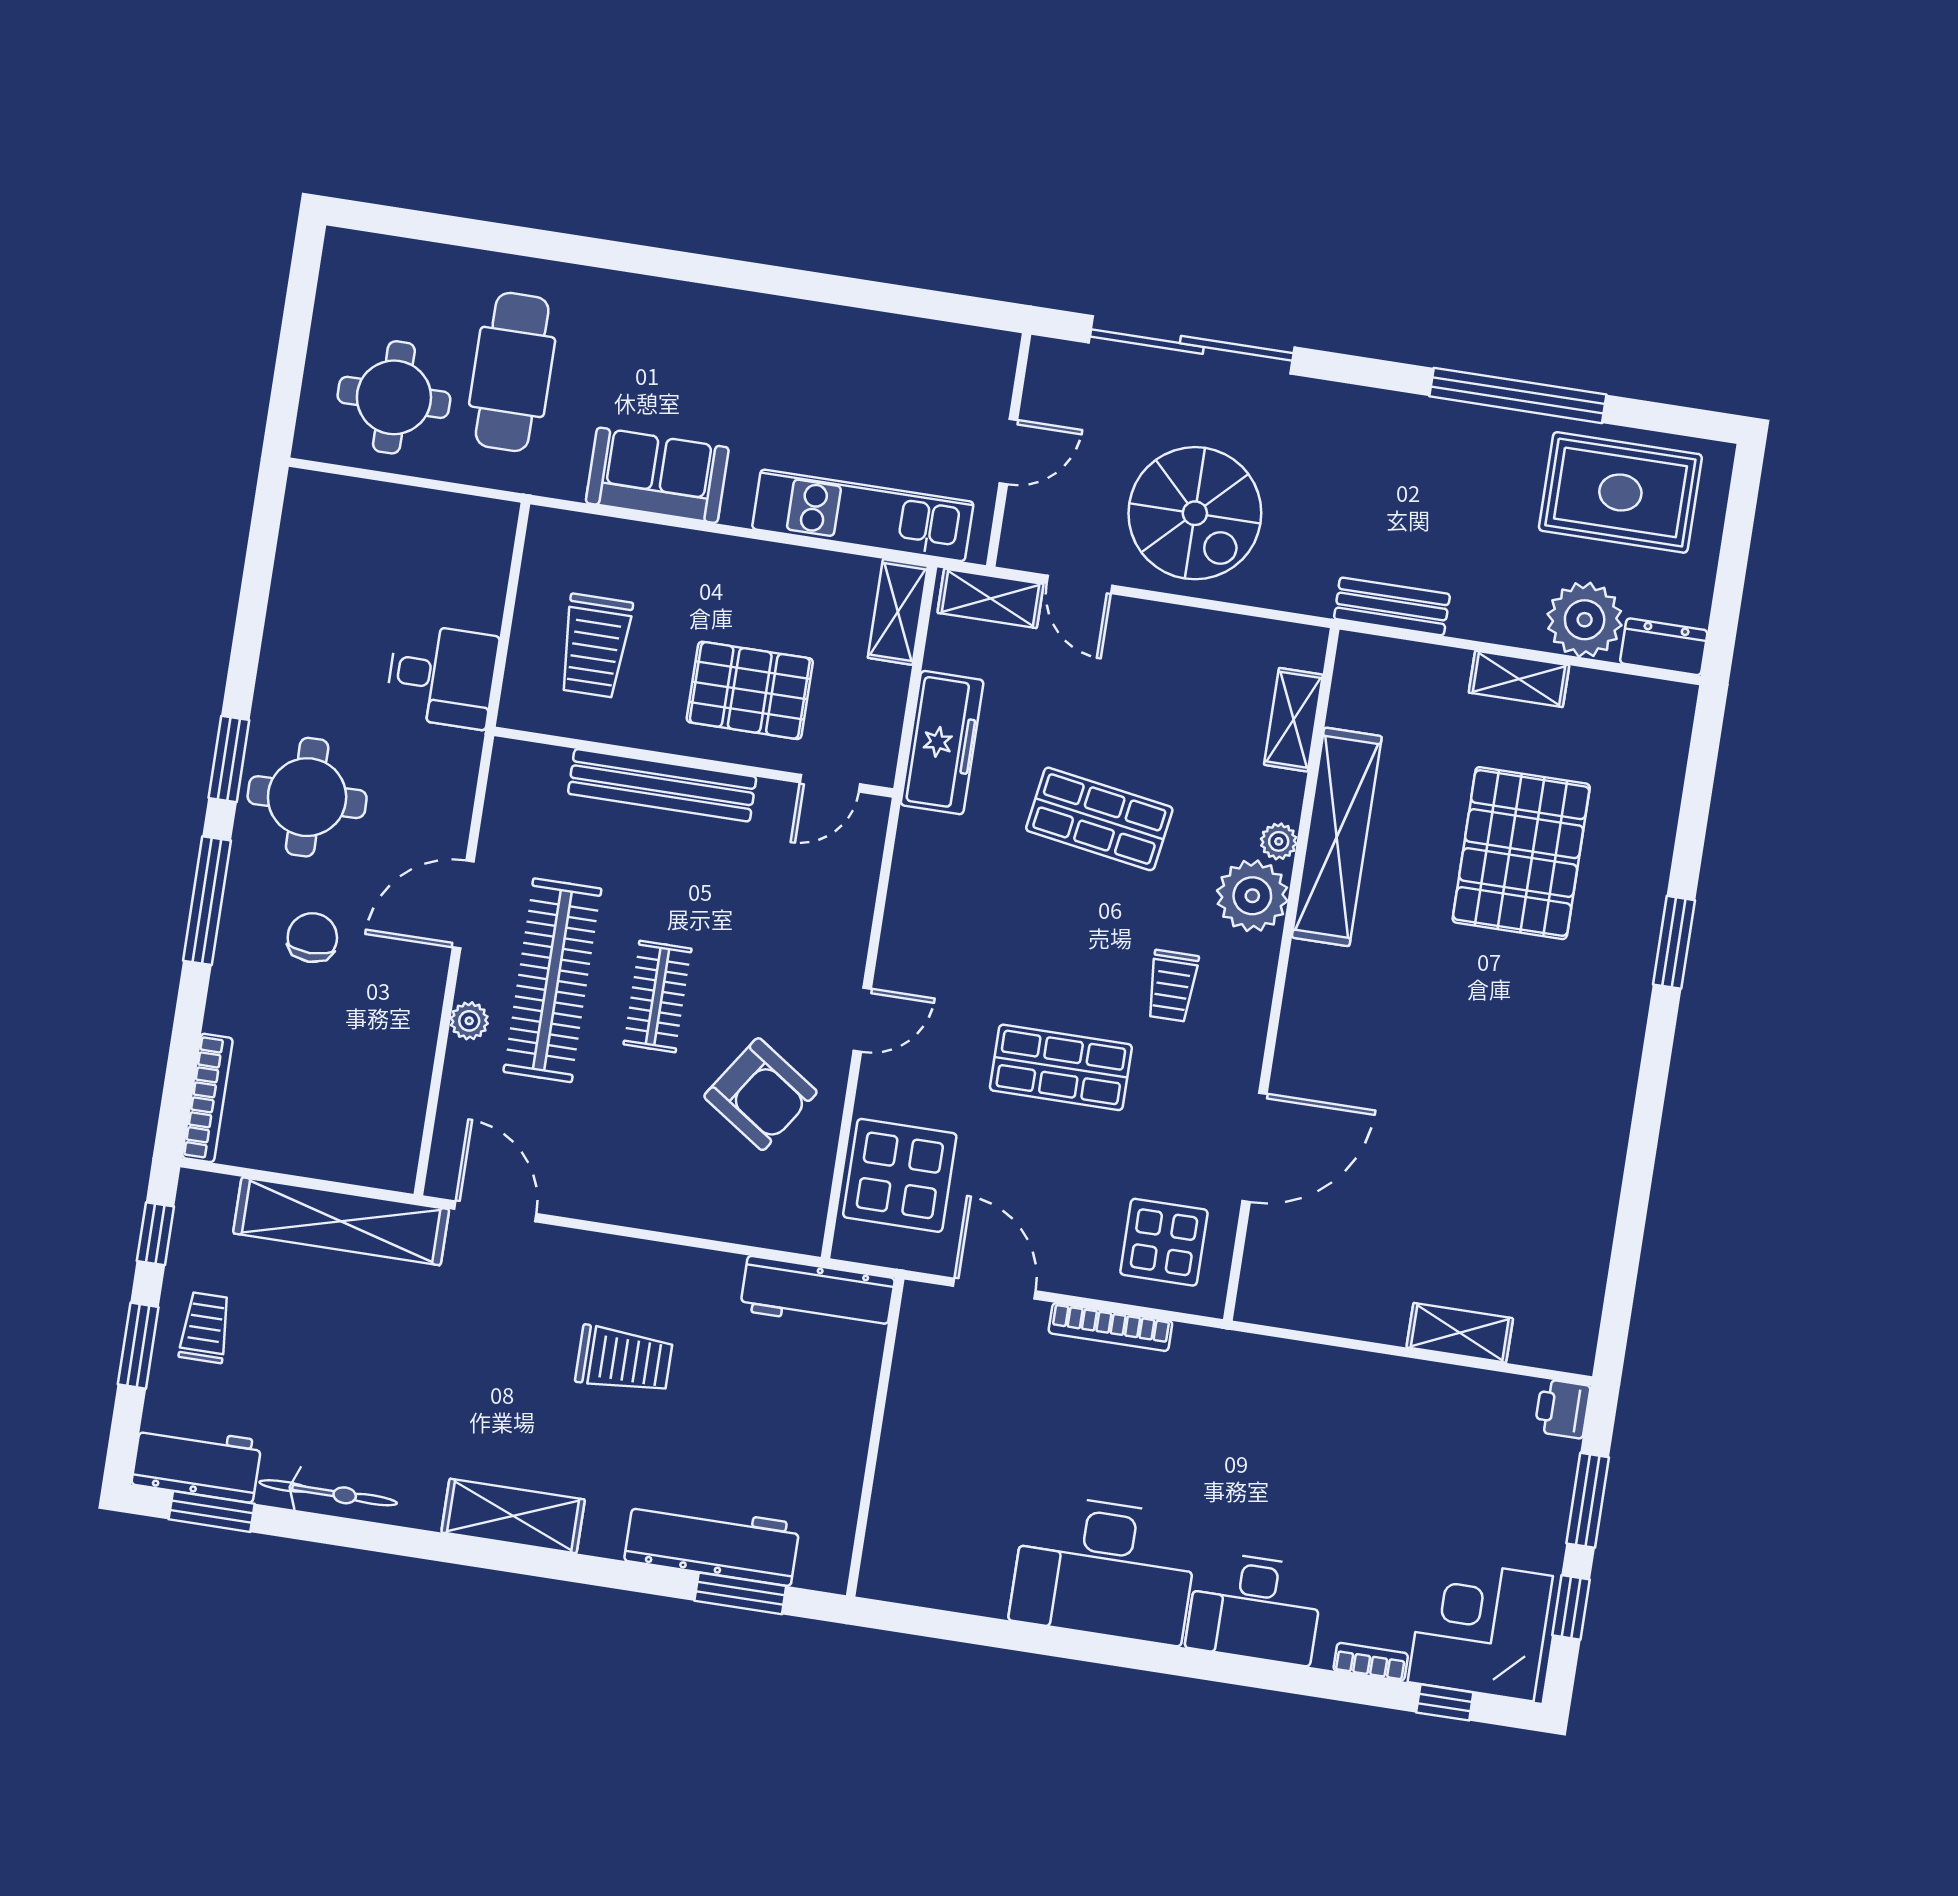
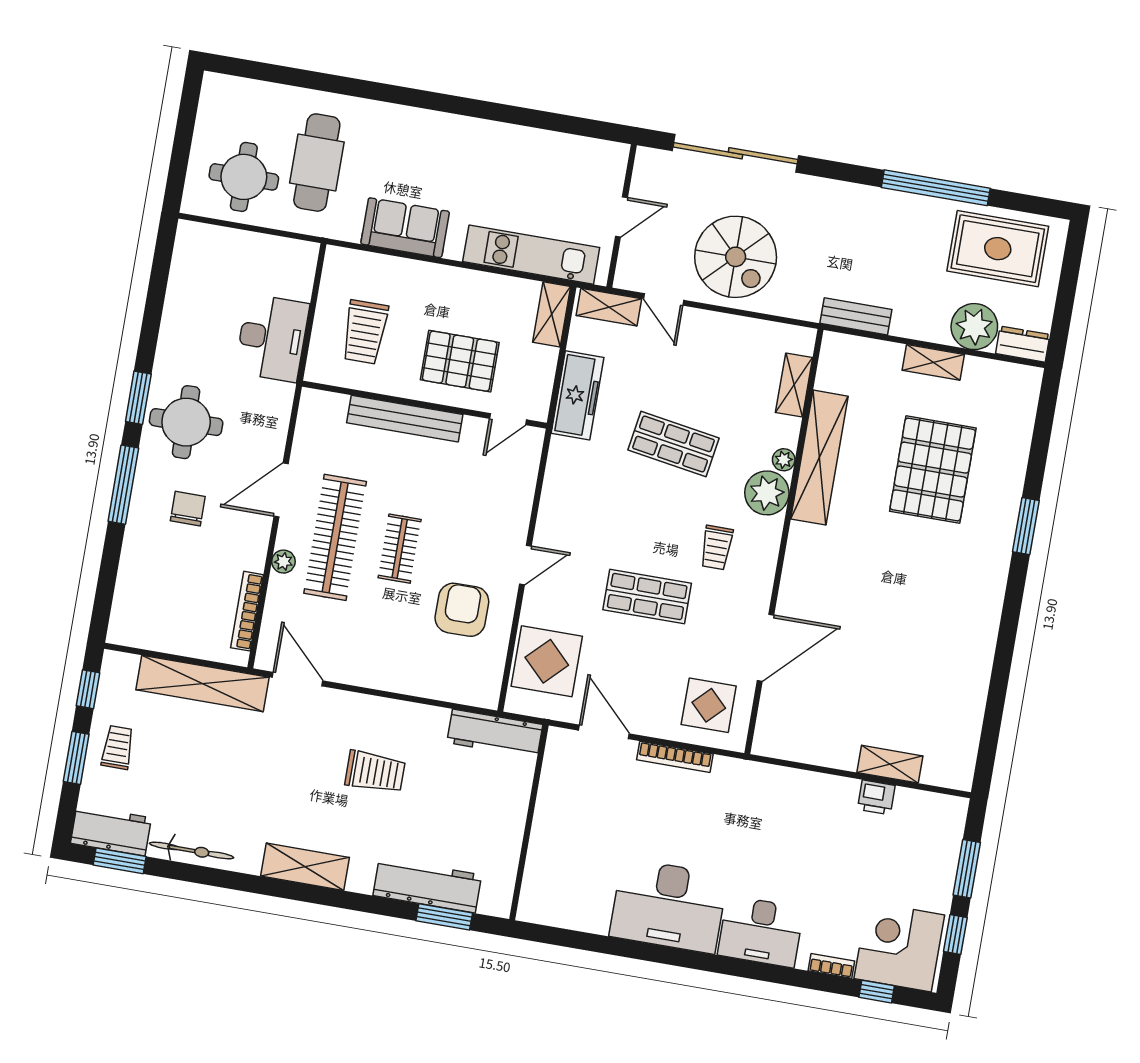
desk: (442, 676) -> (272, 338), width x1.37
armchair: (760, 1094) -> (462, 610), turned -124
bookcase: (207, 1098) -> (247, 611), moved, turned 180
printer: (1562, 1409) -> (876, 797), moved, turned -90

